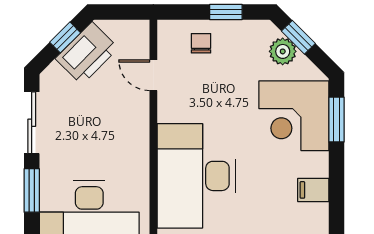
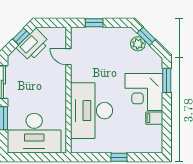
window: (226, 12) -> (94, 23), moved
chair: (201, 43) -> (94, 39), removed
corner desk: (294, 116) -> (144, 92), moved

